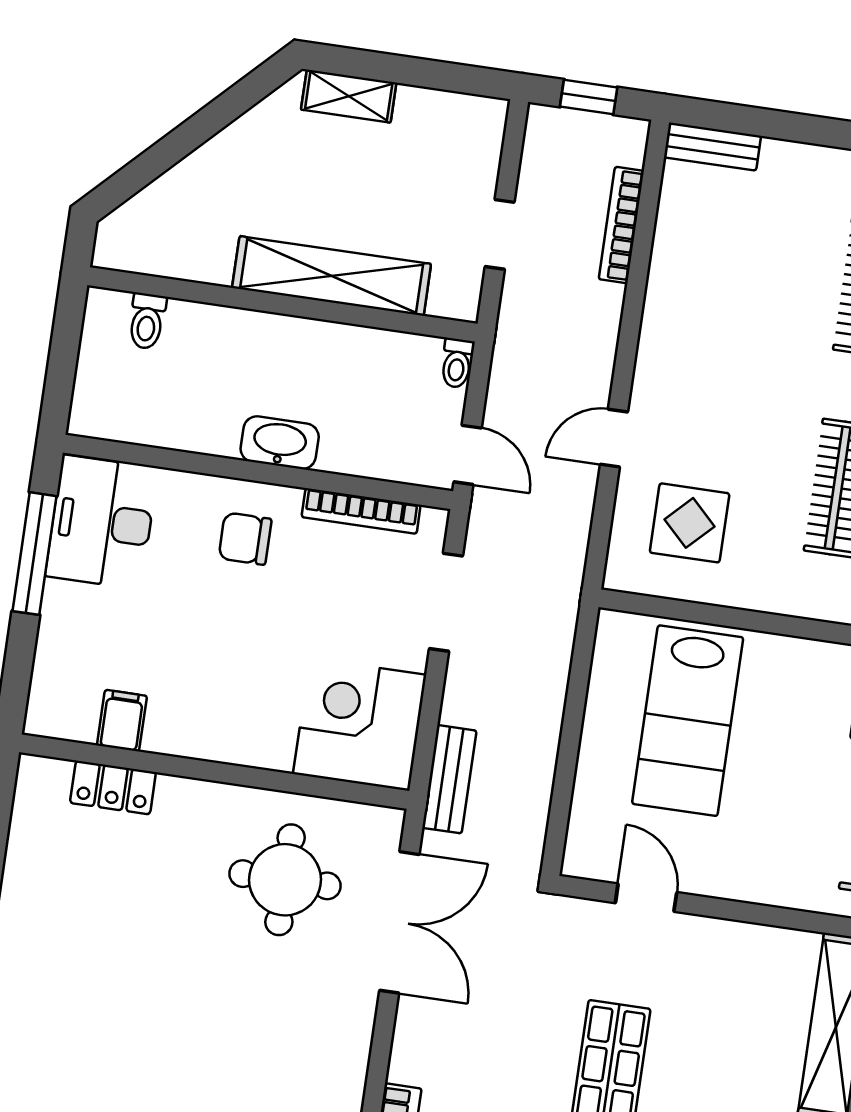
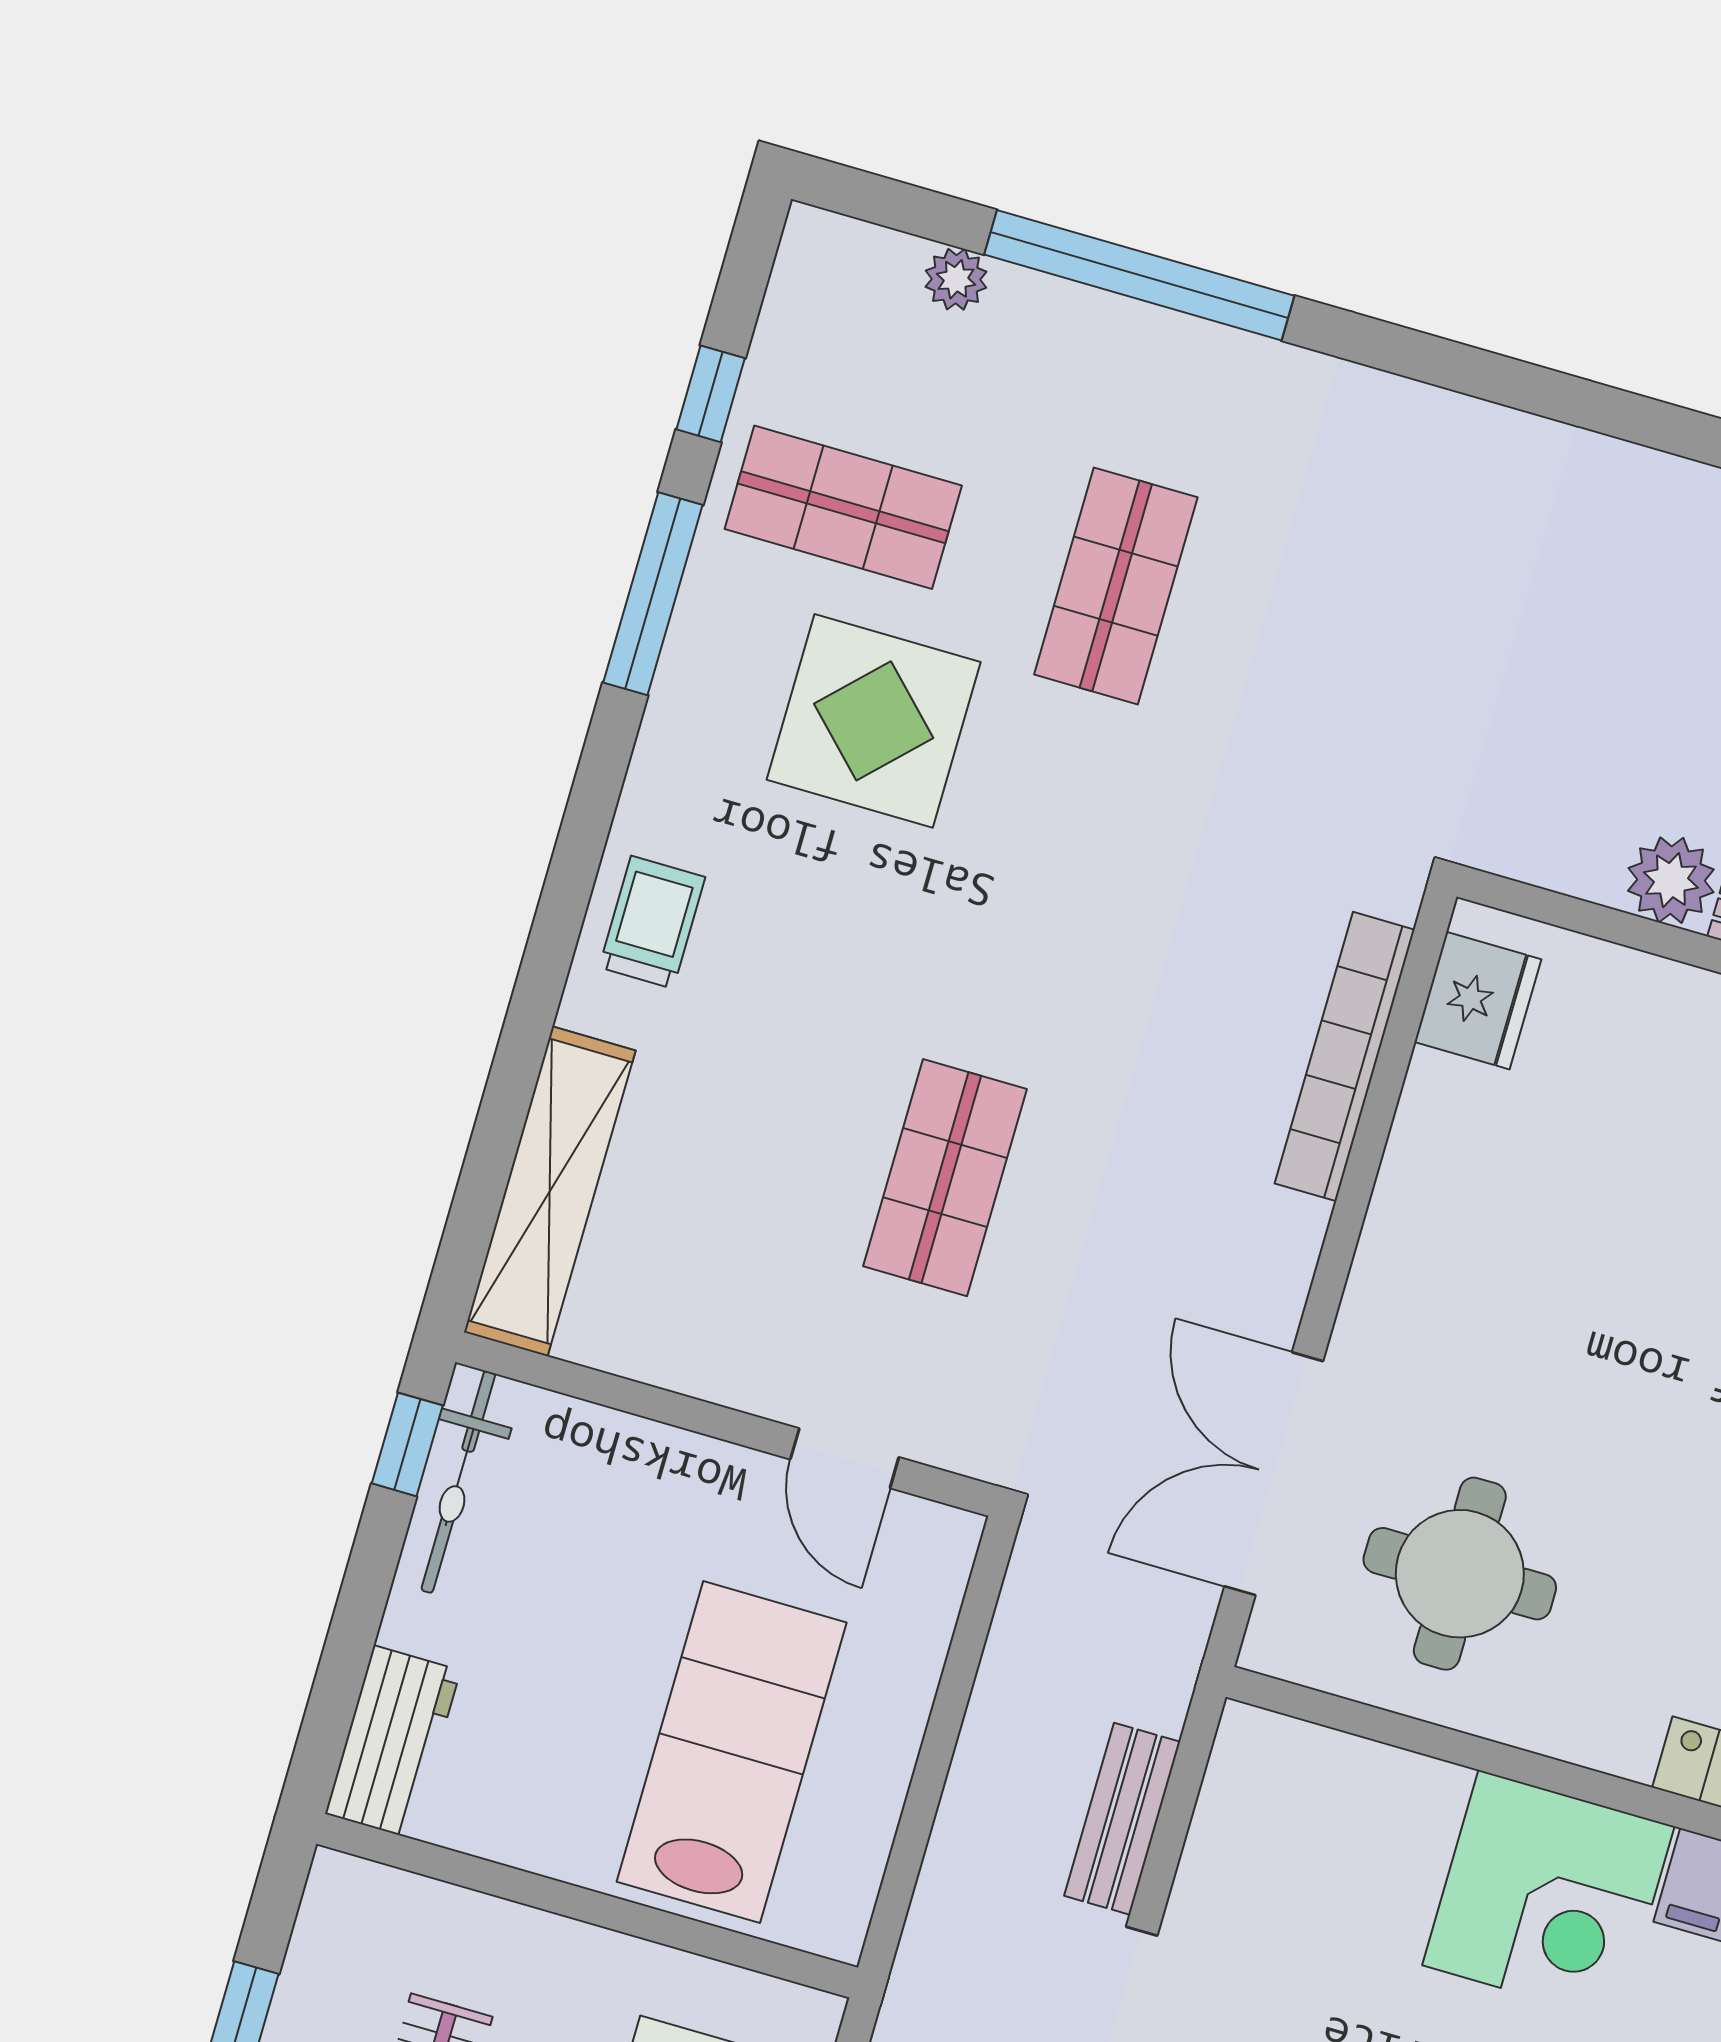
corner desk: (360, 724) -> (1548, 1896), moved
bench: (449, 779) -> (1122, 1819), moved

